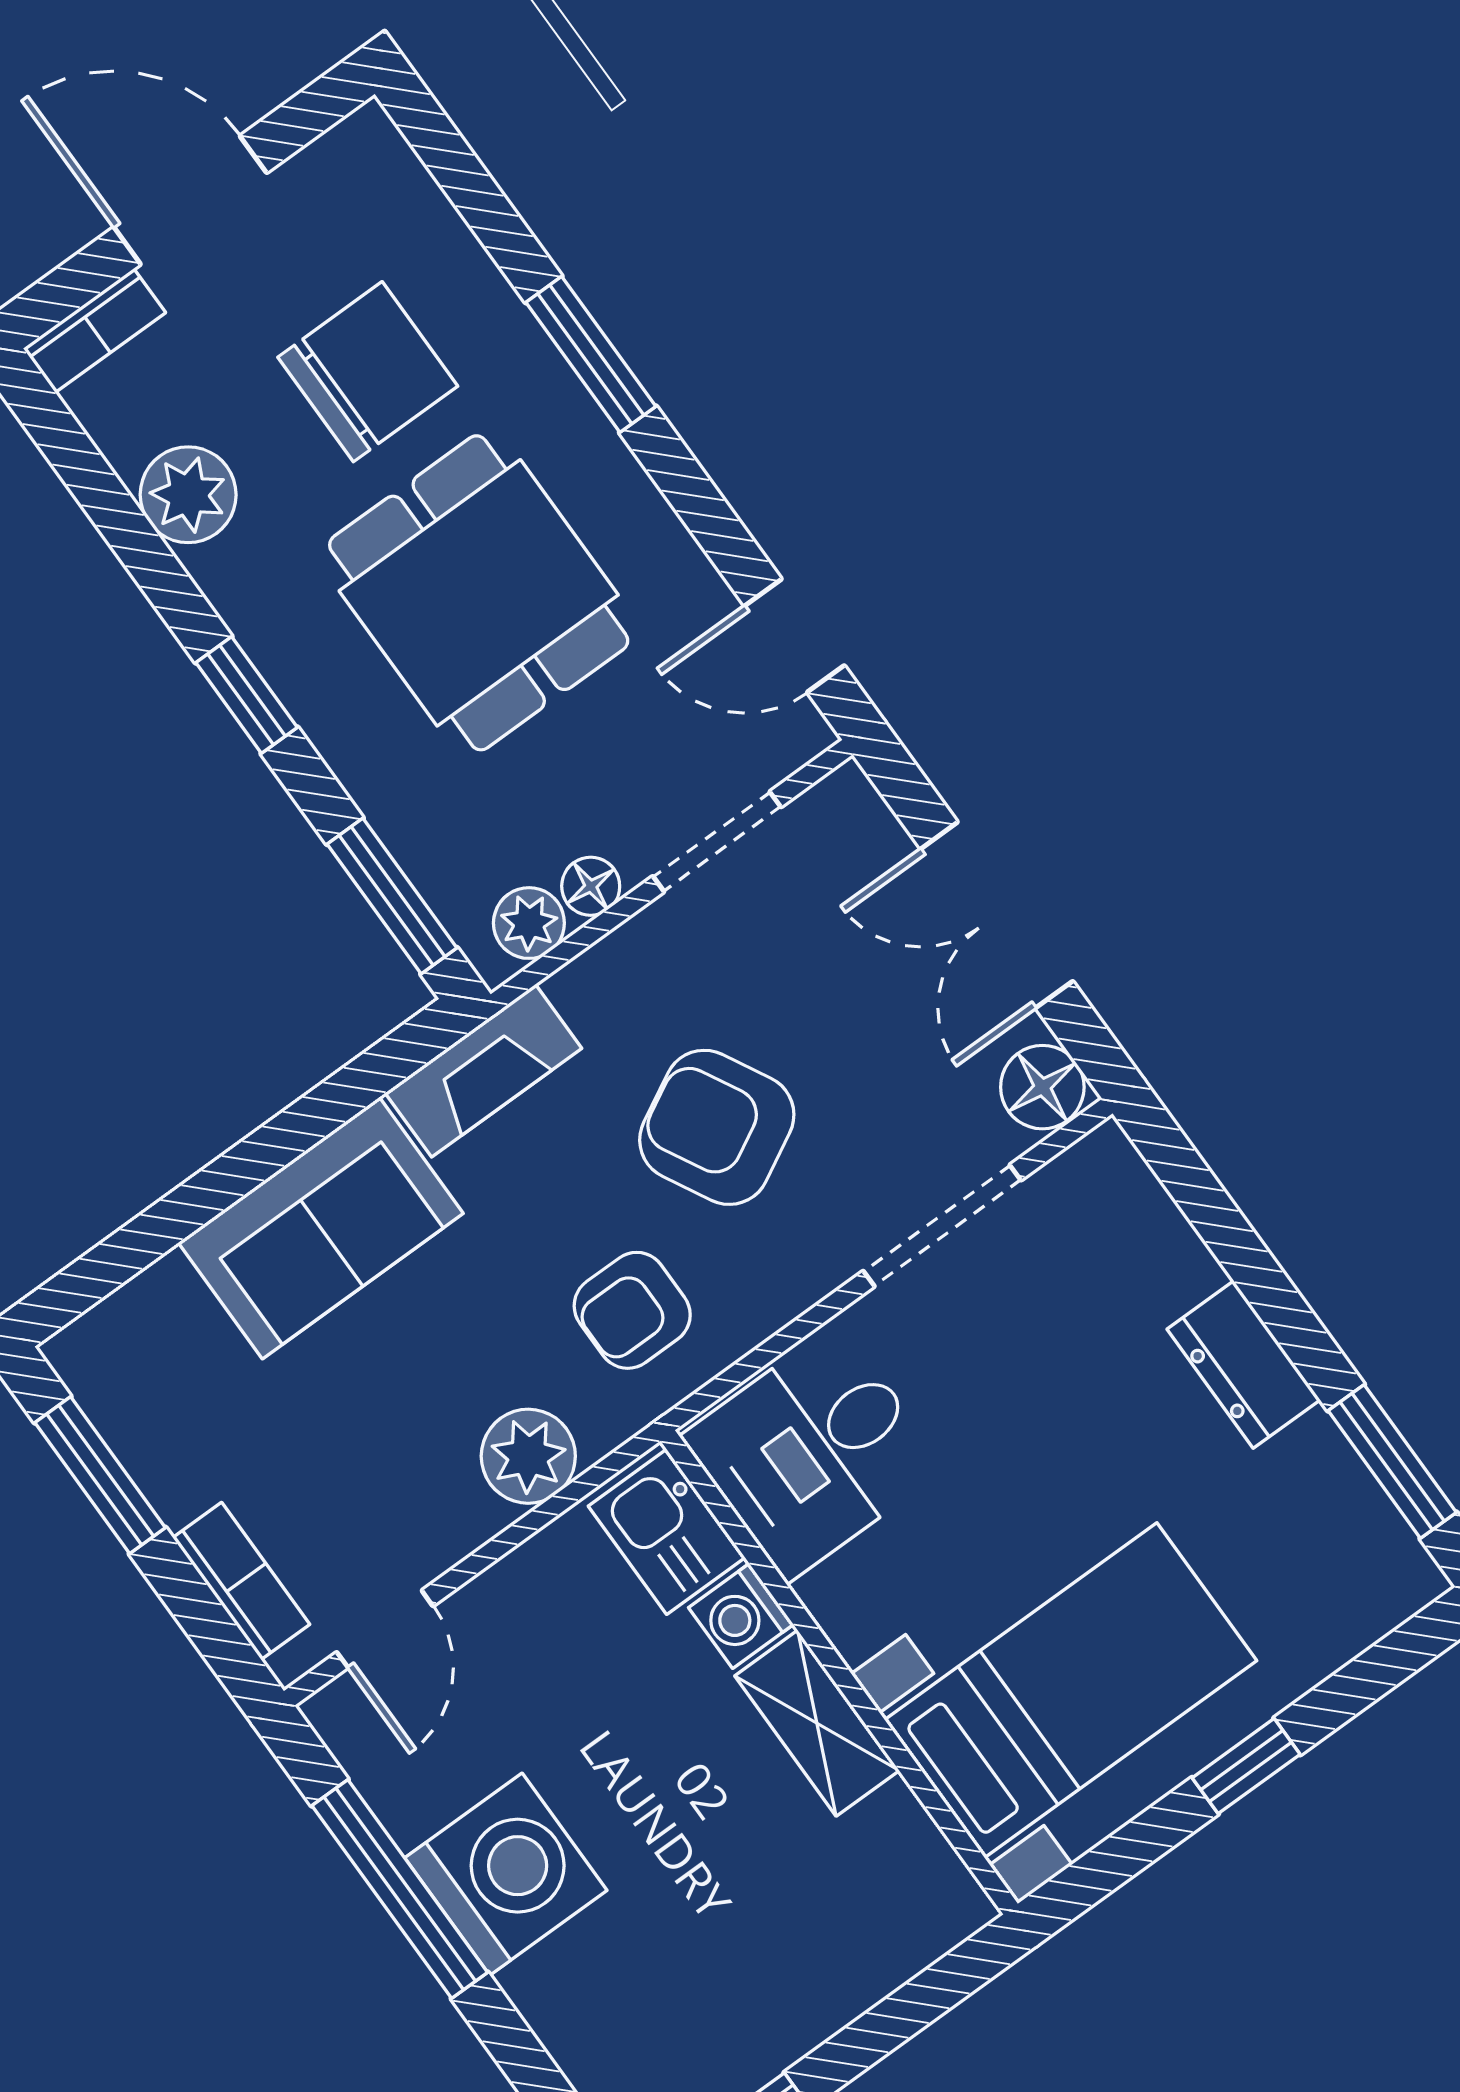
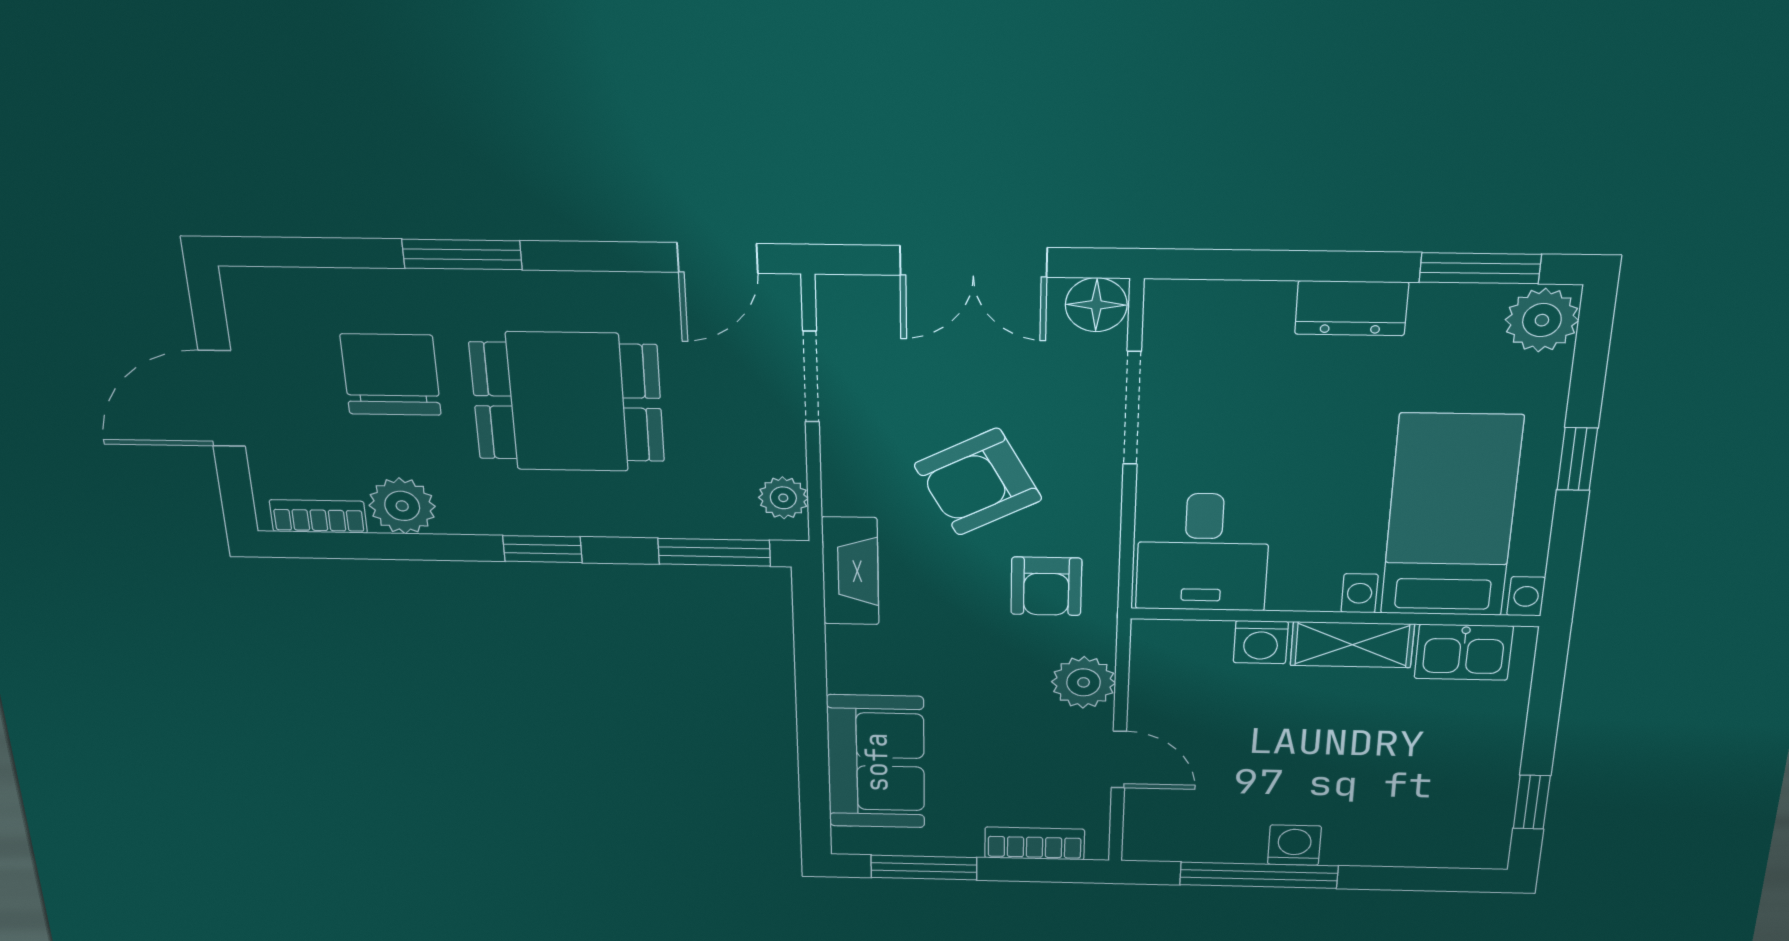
bookcase: (94, 330) -> (318, 516), moved, turned -90
floor lamp: (591, 886) -> (786, 455), removed
sofa: (321, 1228) -> (876, 762), moved
kitchen sink: (667, 1532) -> (1464, 652), moved
plant: (1382, 1580) -> (1542, 320), added
door: (385, 1629) -> (1119, 760), moved
washing machine: (506, 1874) -> (1294, 845), width x0.53, depth x0.53

